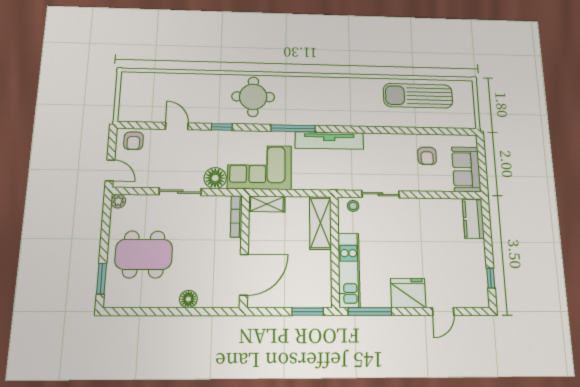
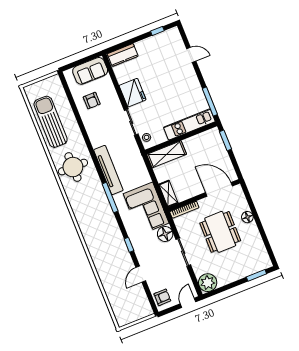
sun lounger: (418, 96) -> (51, 122), turned 180
round table: (253, 97) -> (73, 167), moved
armchair: (427, 156) -> (92, 101), turned 90
plant: (118, 201) -> (208, 283), width x1.88, depth x1.88
dining table: (144, 254) -> (220, 232), moved
fridge: (408, 293) -> (133, 93), moved, turned 180

